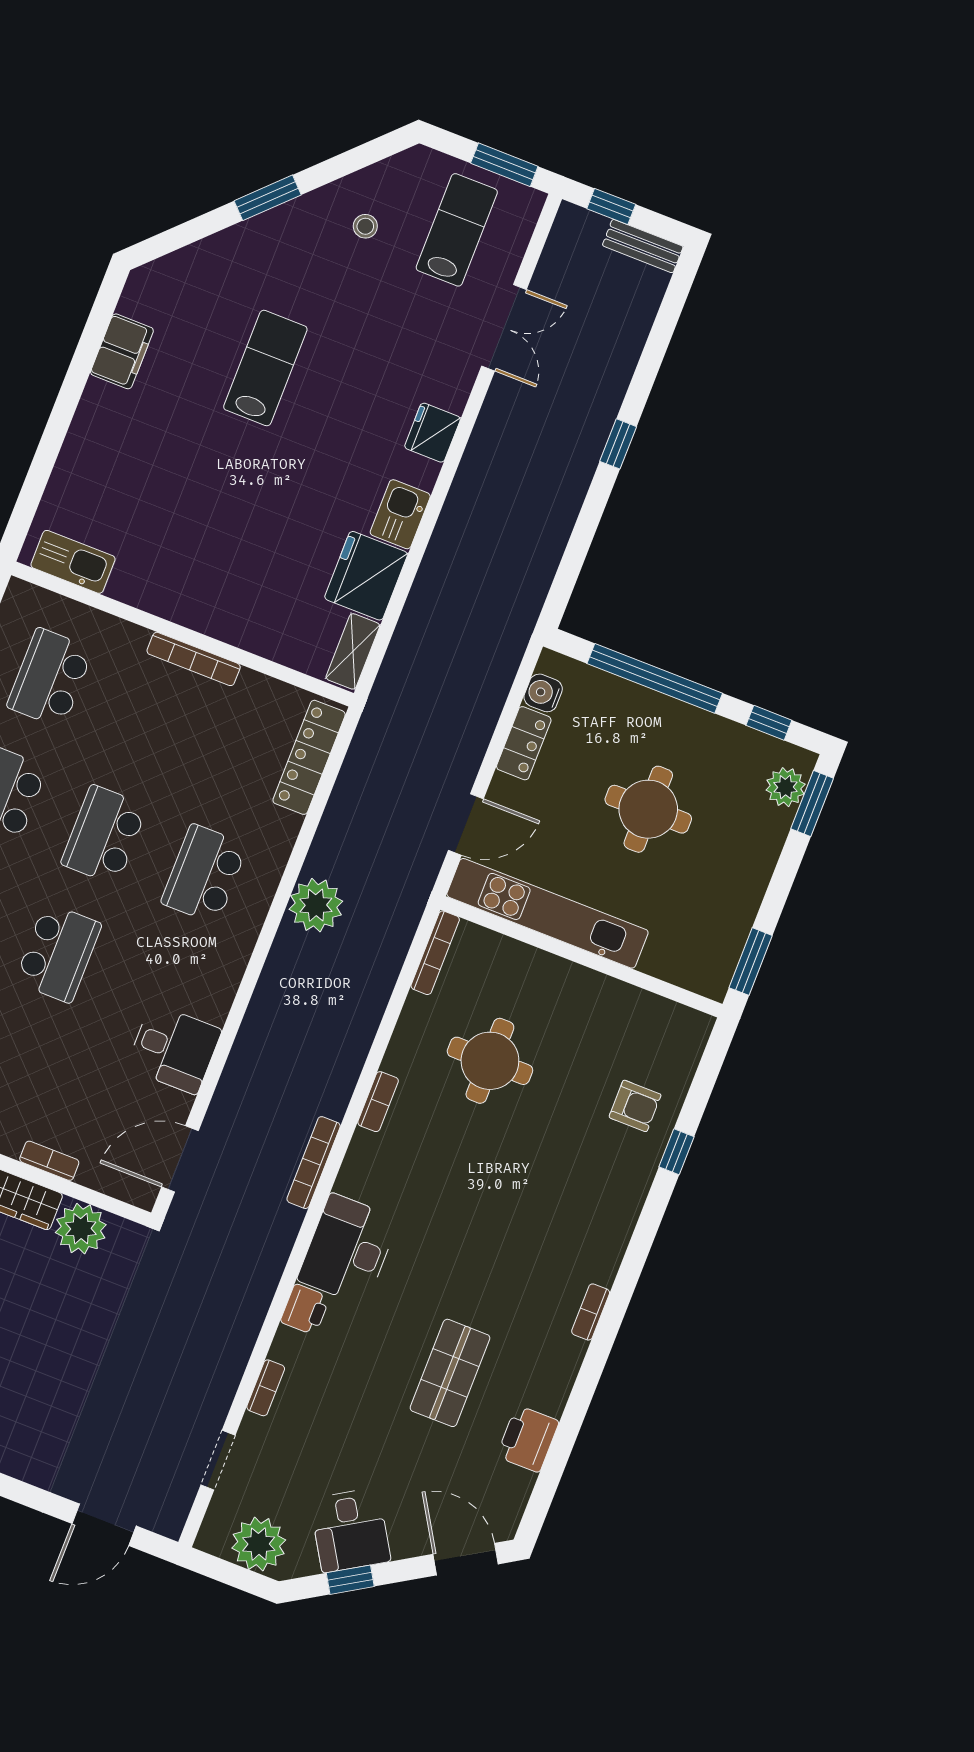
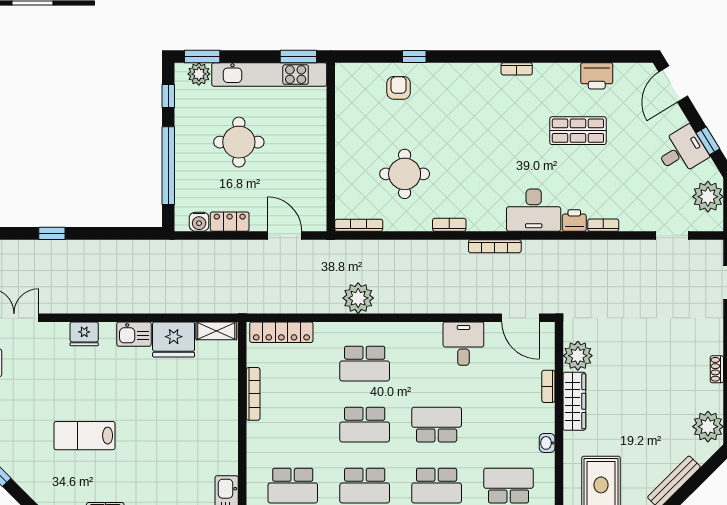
bookcase: (194, 659) -> (253, 394), moved
kitchen unit: (547, 913) -> (269, 75), moved, turned -90
bookcase: (266, 1388) -> (603, 225), moved

